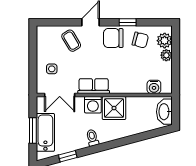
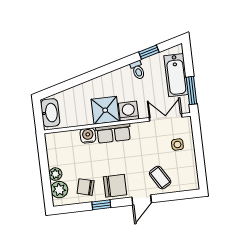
row of seats: (94, 86) -> (113, 133), moved
water cooler: (154, 87) -> (88, 136), moved
window: (33, 130) -> (192, 90), moved
toilet: (92, 138) -> (138, 70), moved

